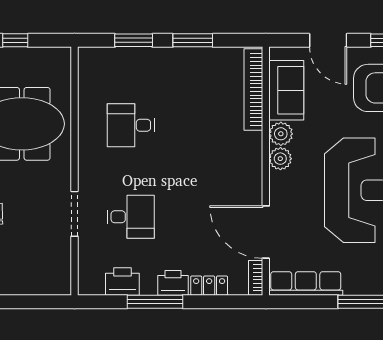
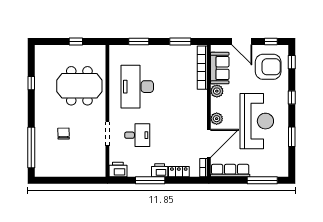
window: (193, 40) -> (180, 41), moved
desk: (131, 125) -> (137, 87), width x1.87, depth x1.30
plant: (280, 159) -> (217, 119), moved
door: (266, 232) -> (209, 143), swing flipped
printer: (122, 282) -> (118, 170), moved

